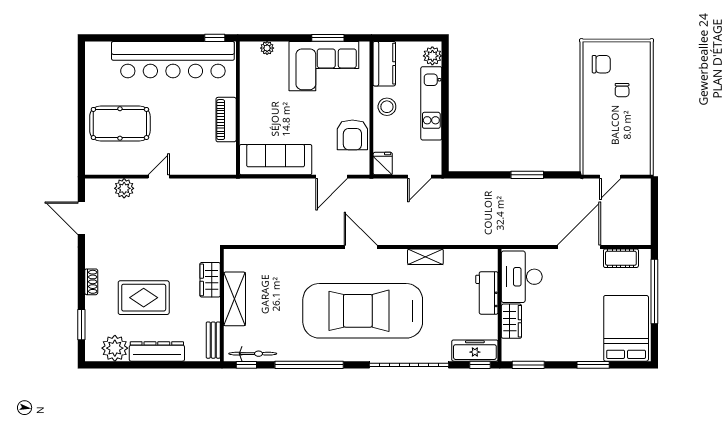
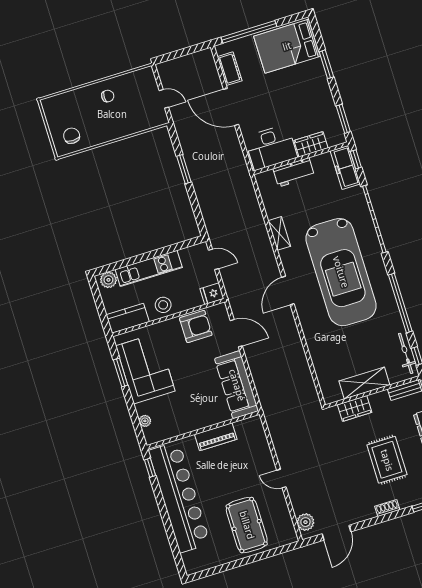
chair: (622, 90) -> (108, 96), moved
plant: (124, 188) -> (305, 522), moved

